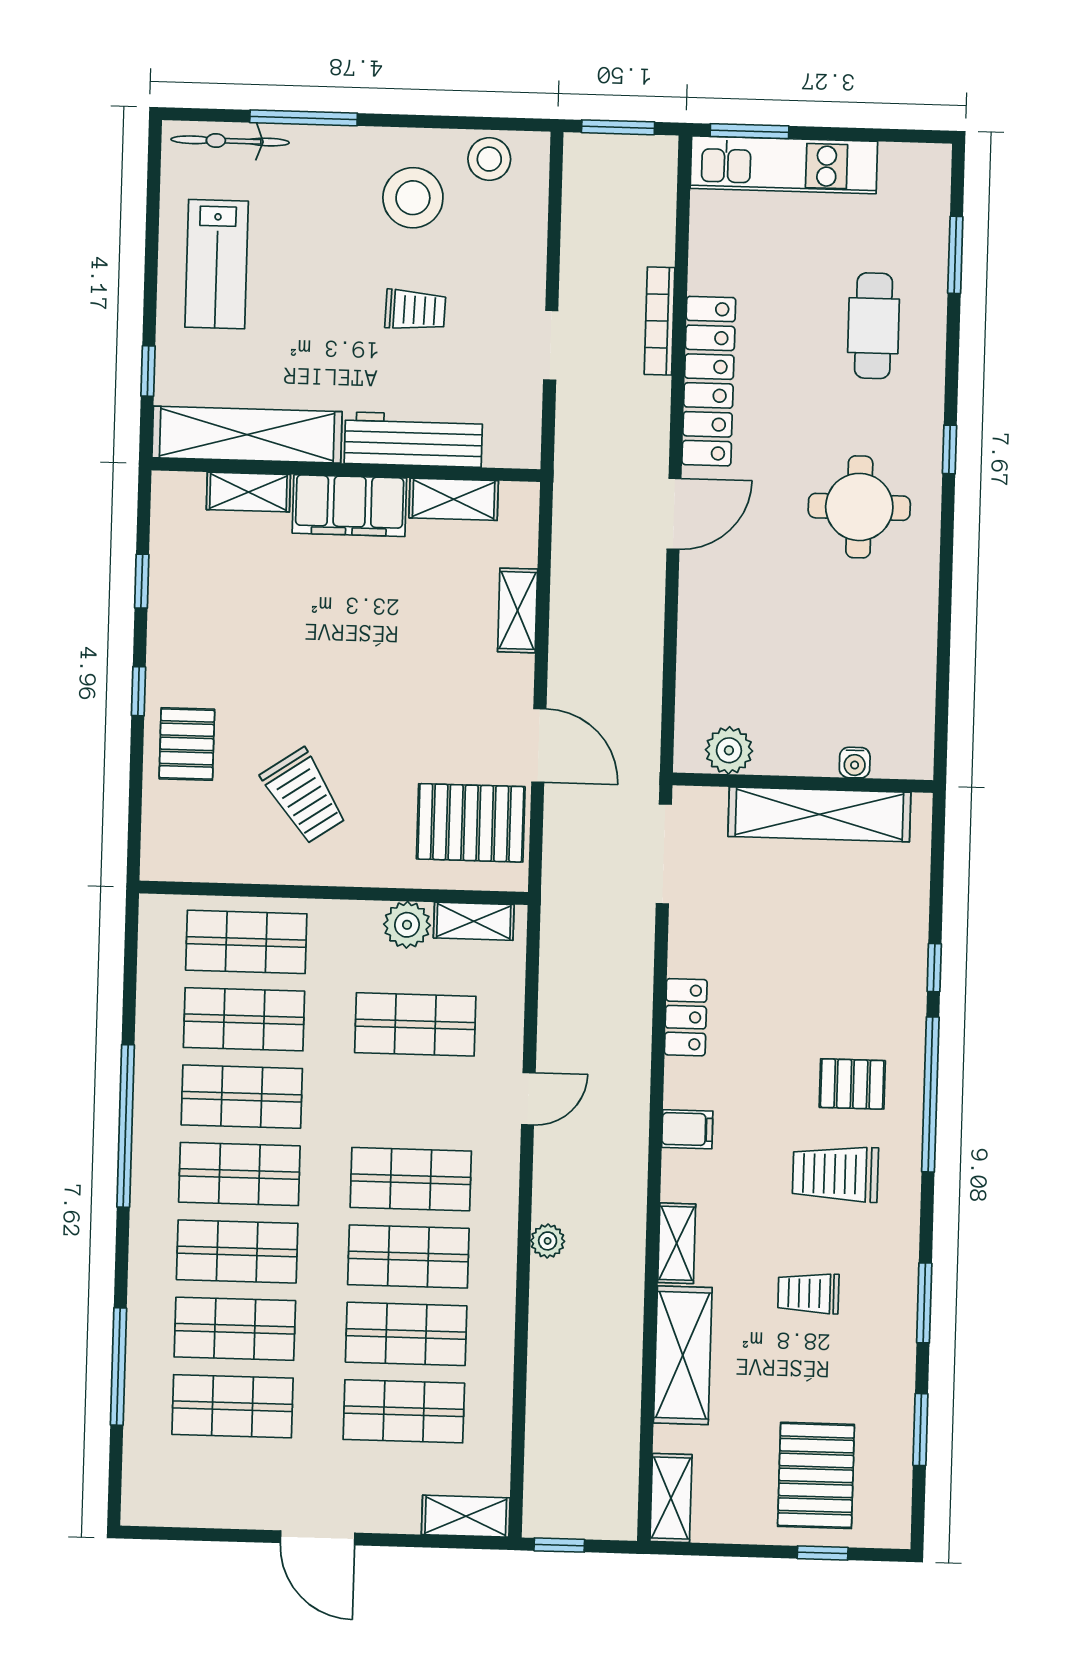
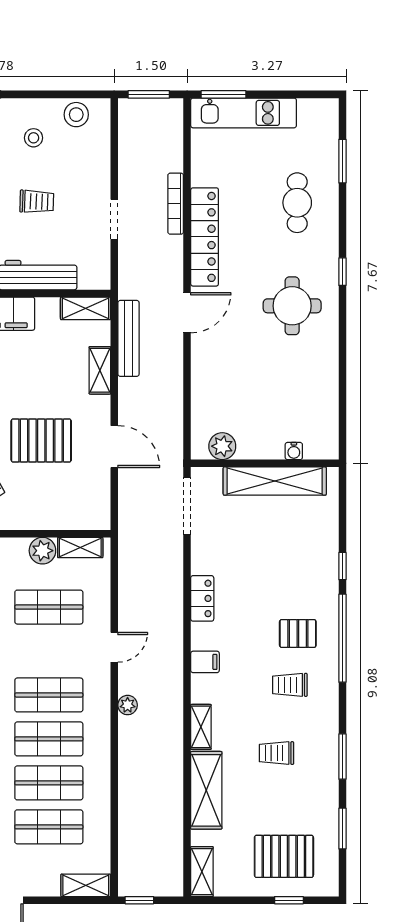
stool: (413, 198) -> (34, 138), width x0.53, depth x0.53
shelving: (454, 499) -> (86, 308), moved
bench: (570, 556) -> (128, 338), added
pallet: (471, 823) -> (41, 440), moved
trolley: (835, 1174) -> (290, 685), width x0.73, depth x0.72
plant: (548, 1241) -> (128, 705), moved
pallet: (816, 1475) -> (284, 856), turned 90

